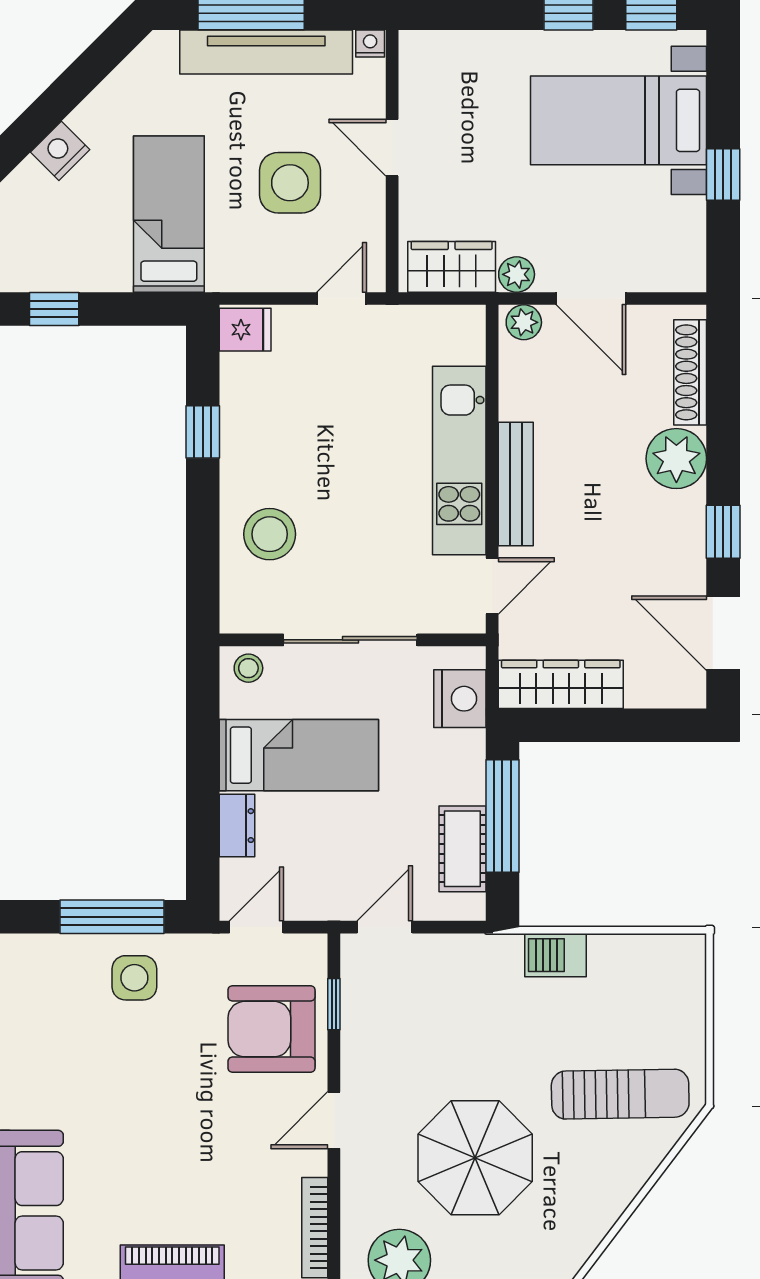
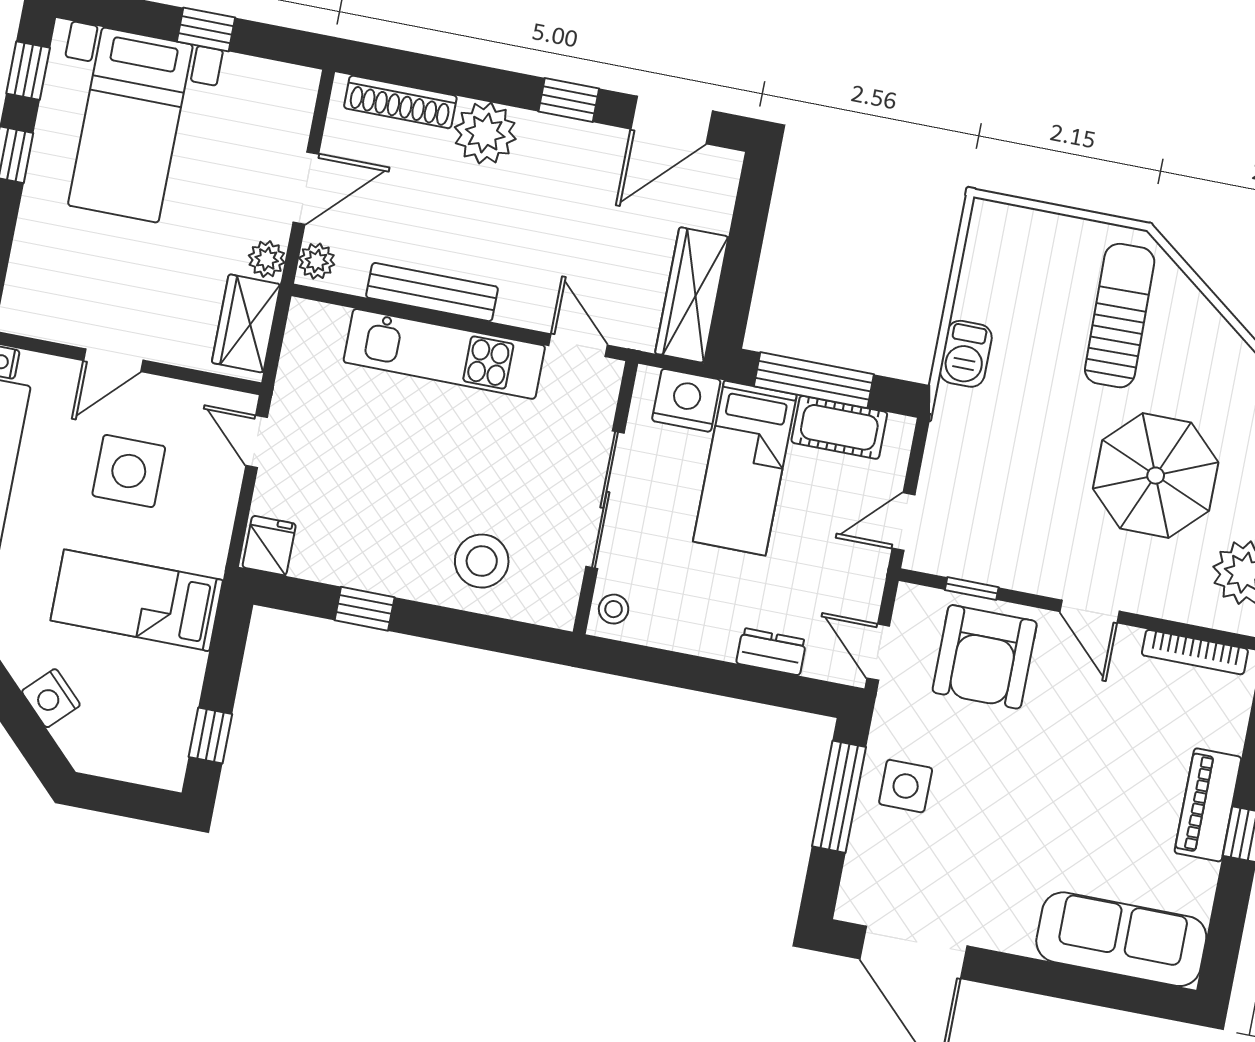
bench: (516, 484) -> (432, 292), moved
bed: (299, 755) -> (745, 468), moved, turned 180
door: (385, 927) -> (903, 522), hinge flipped

